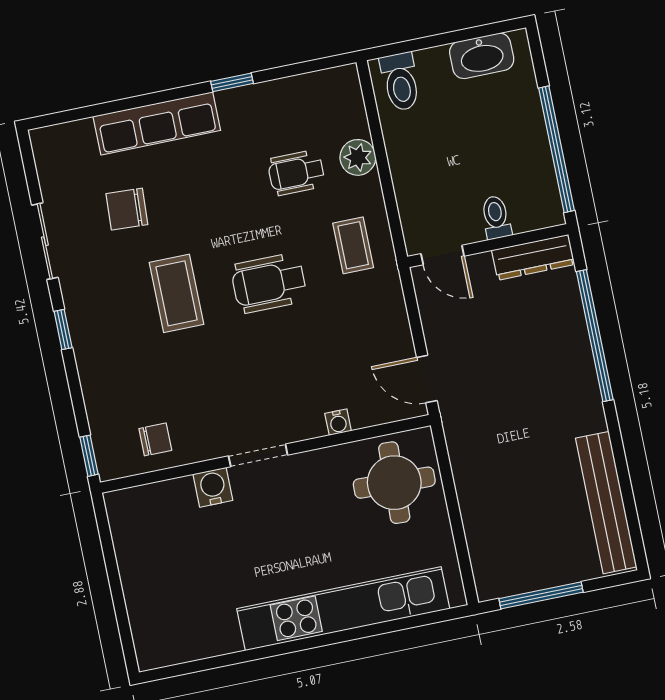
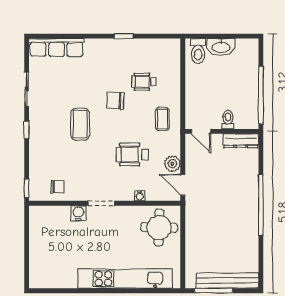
washbasin: (482, 56) -> (221, 47), moved
row of seats: (157, 123) -> (57, 47), moved
plant: (358, 157) -> (172, 164), moved
chair: (127, 209) -> (115, 101), moved
wheelchair: (269, 283) -> (132, 154), moved
window: (595, 336) -> (261, 205), moved
bench: (606, 503) -> (227, 281), moved, turned 90

